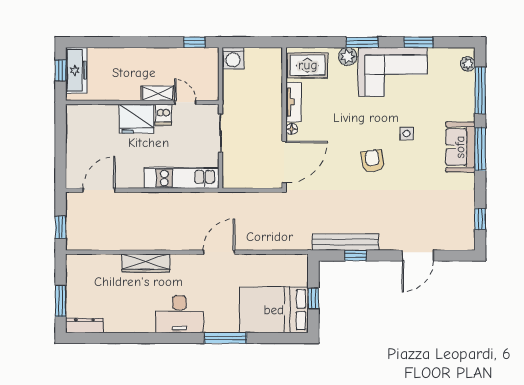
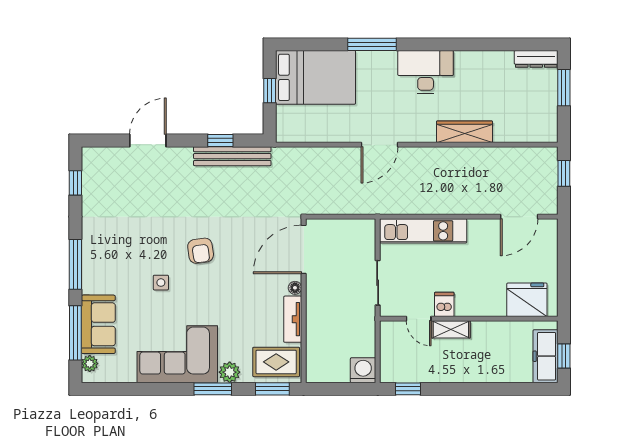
window: (419, 42) -> (272, 389), moved
fridge: (137, 119) -> (527, 300), moved
sofa: (460, 147) -> (98, 324), moved

